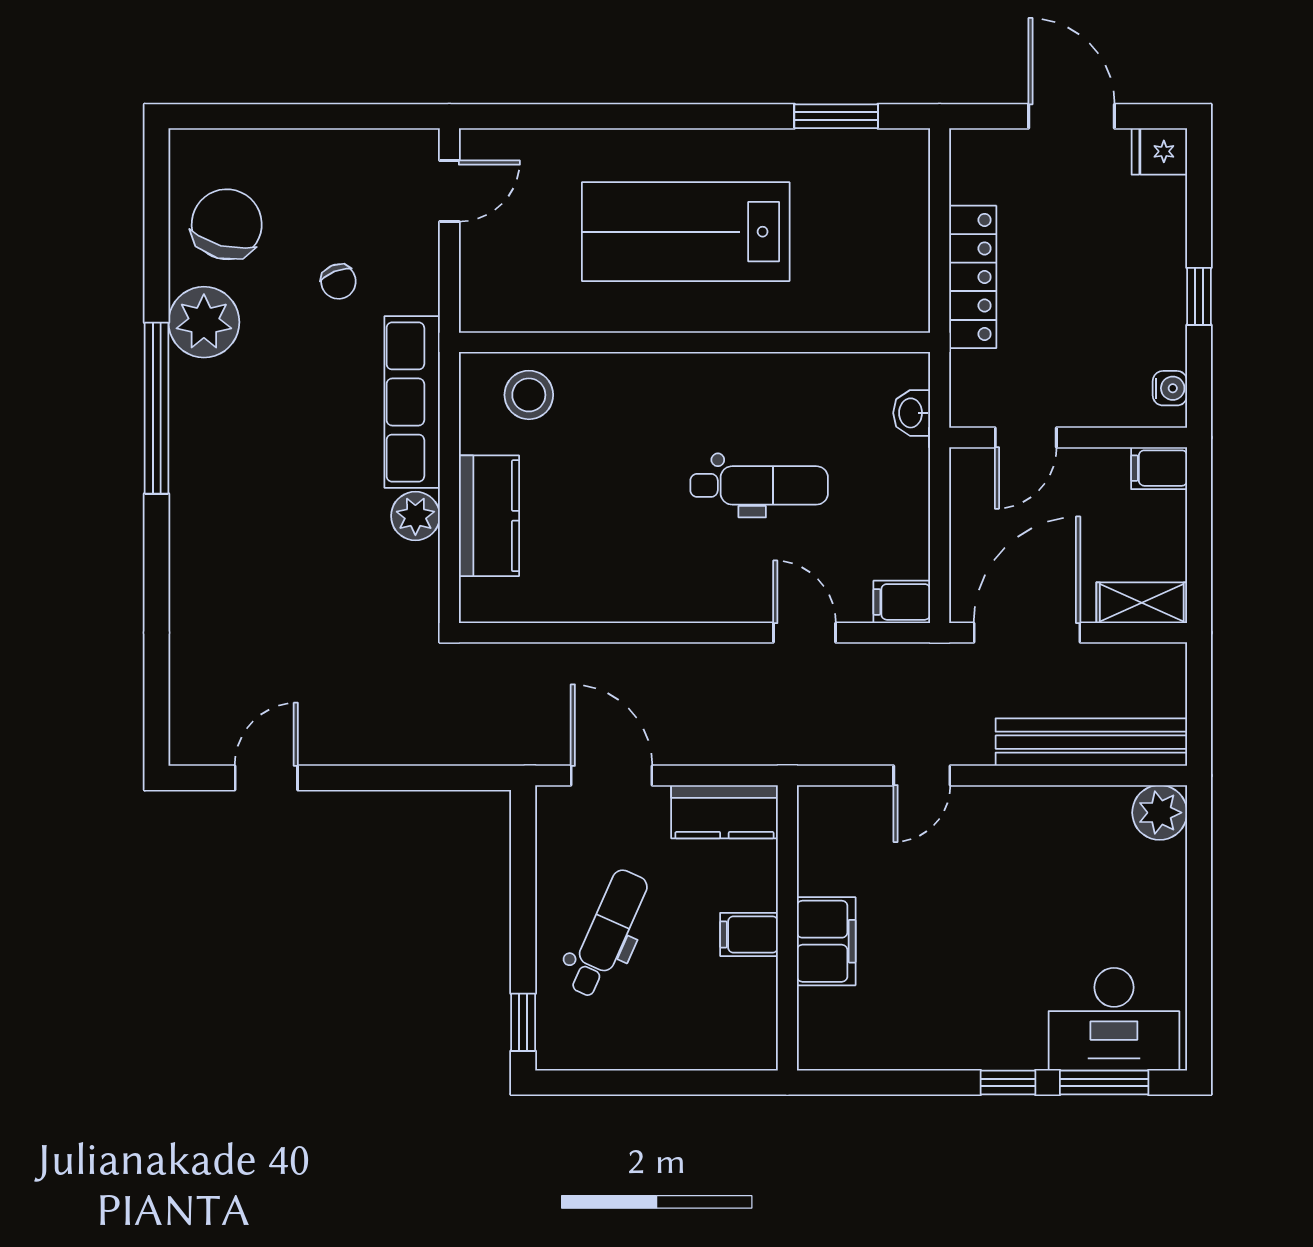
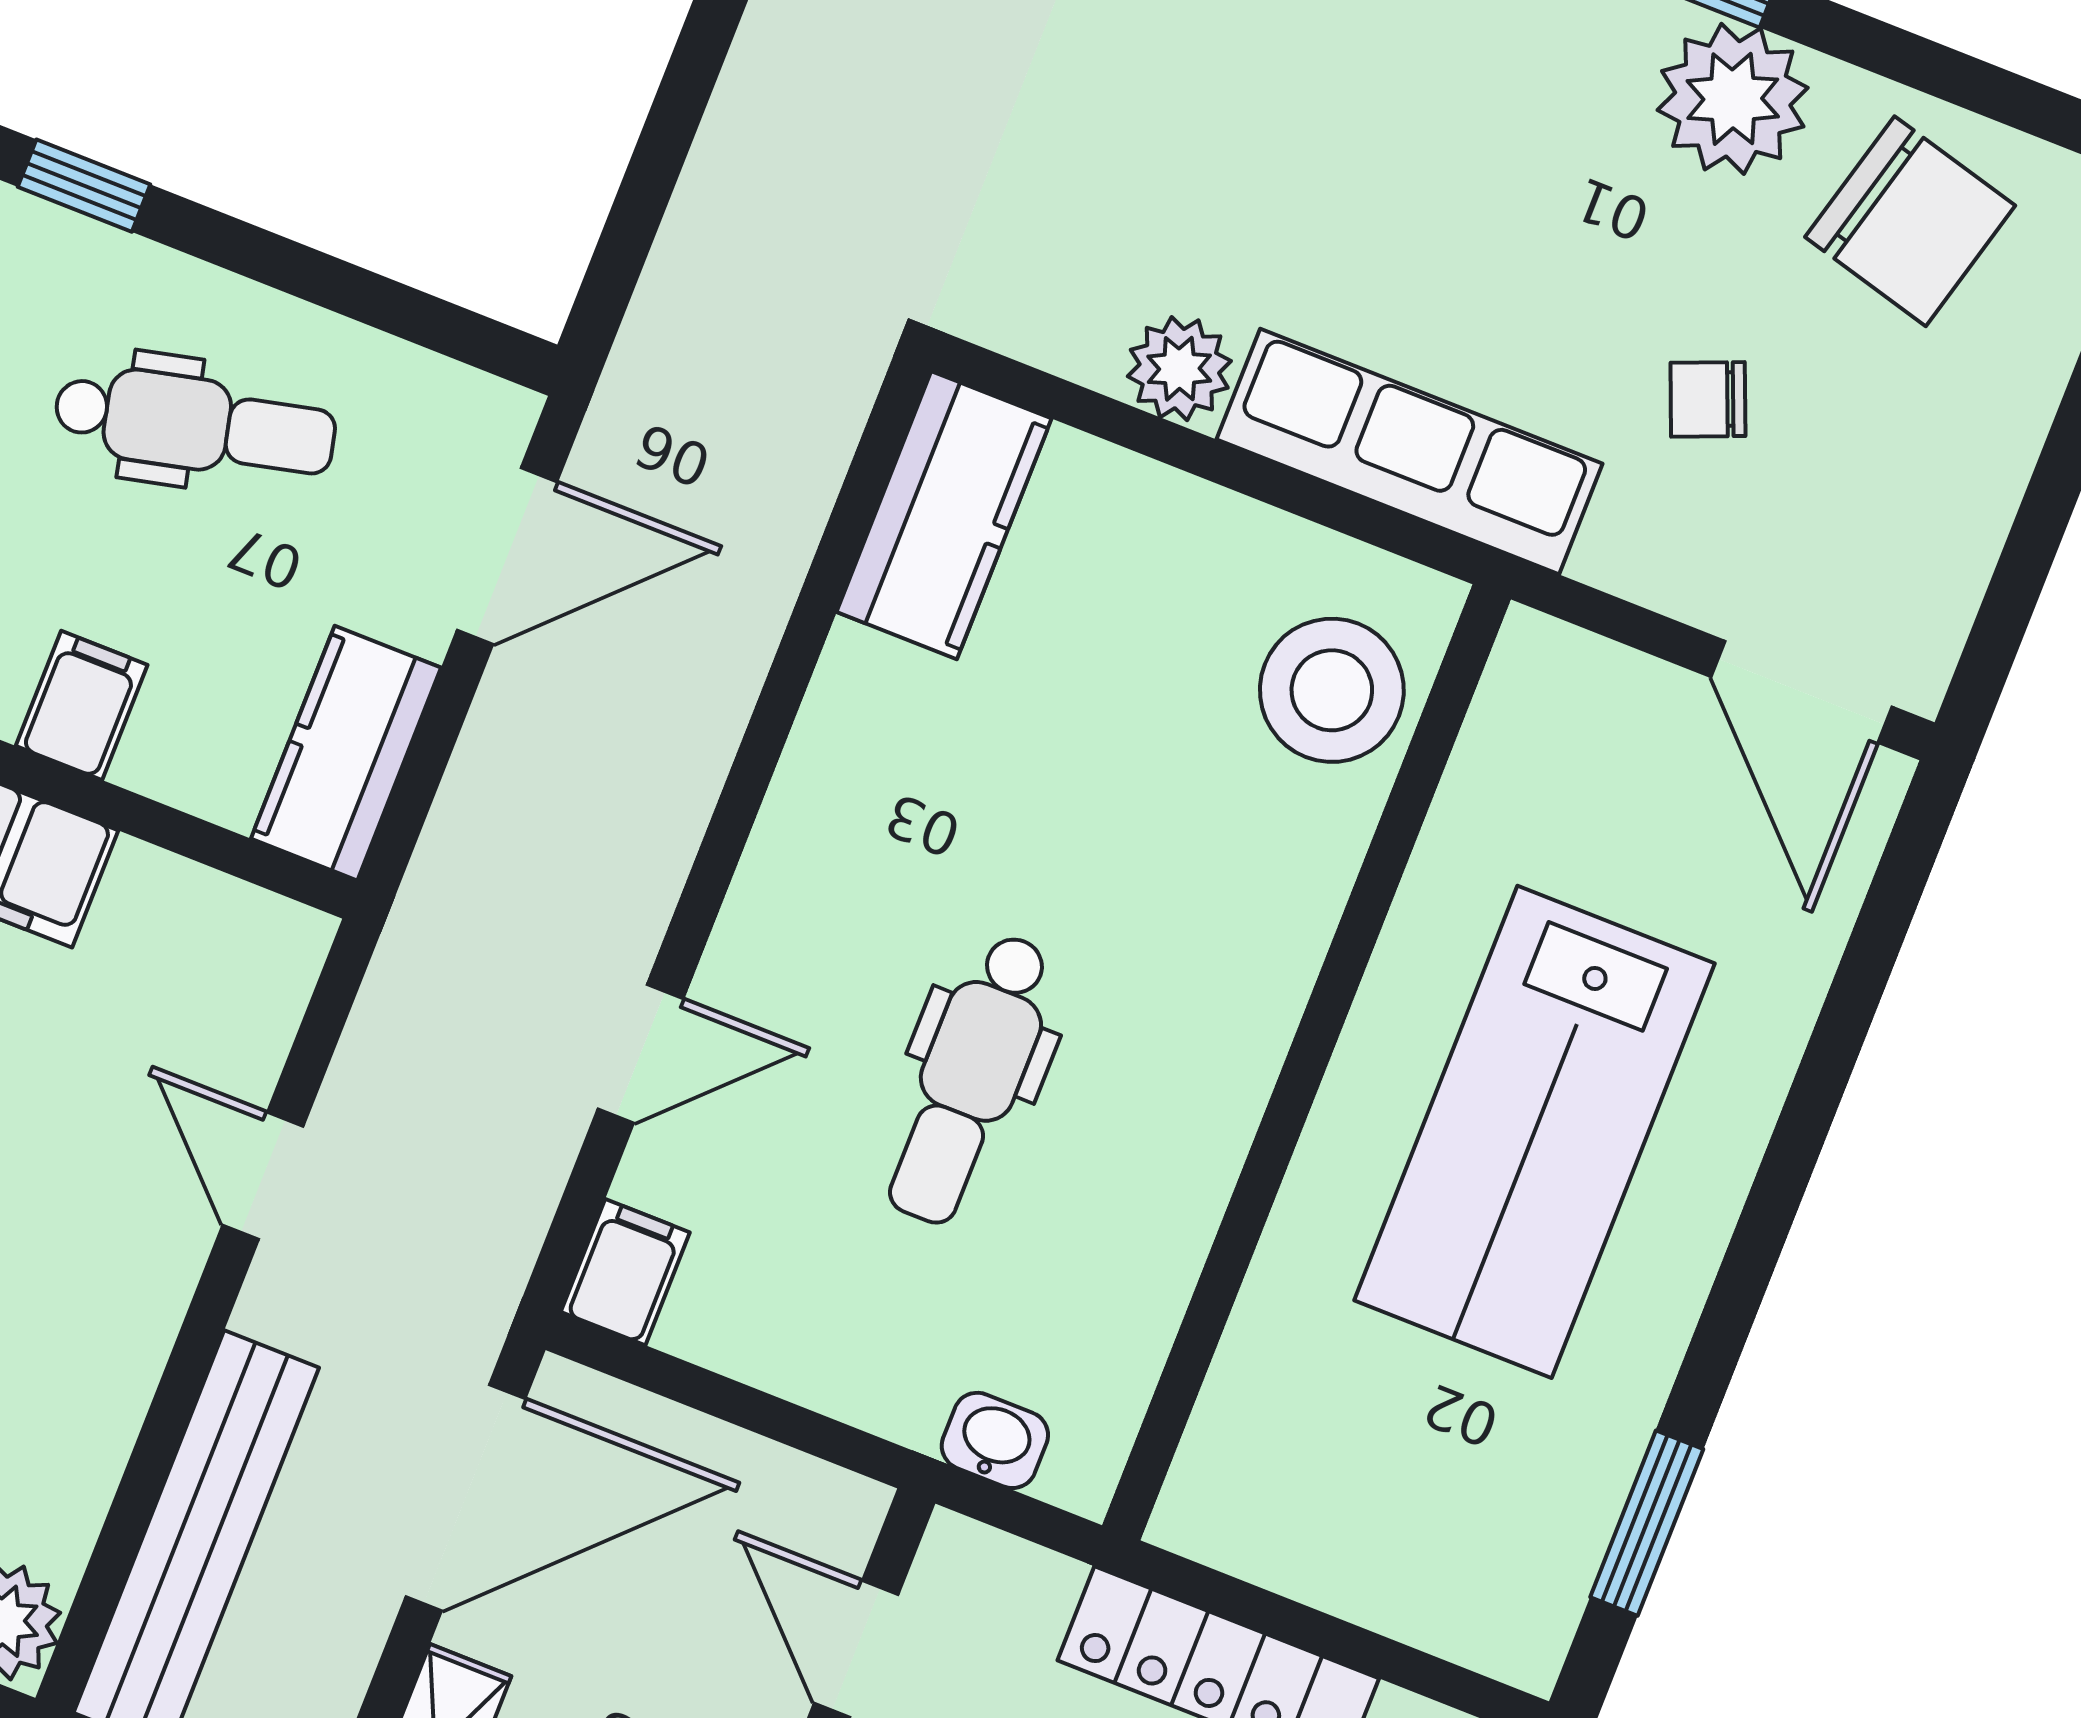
door: (449, 191) -> (1802, 692), width x1.38
lab bench: (686, 232) -> (1534, 1132), turned 180
stool: (529, 395) -> (1332, 690), width x1.38, depth x1.38
kitchen counter: (489, 516) -> (944, 515), moved, turned -90
door: (1027, 633) -> (465, 1498), hinge flipped
dental chair: (607, 933) -> (195, 424), turned -37

